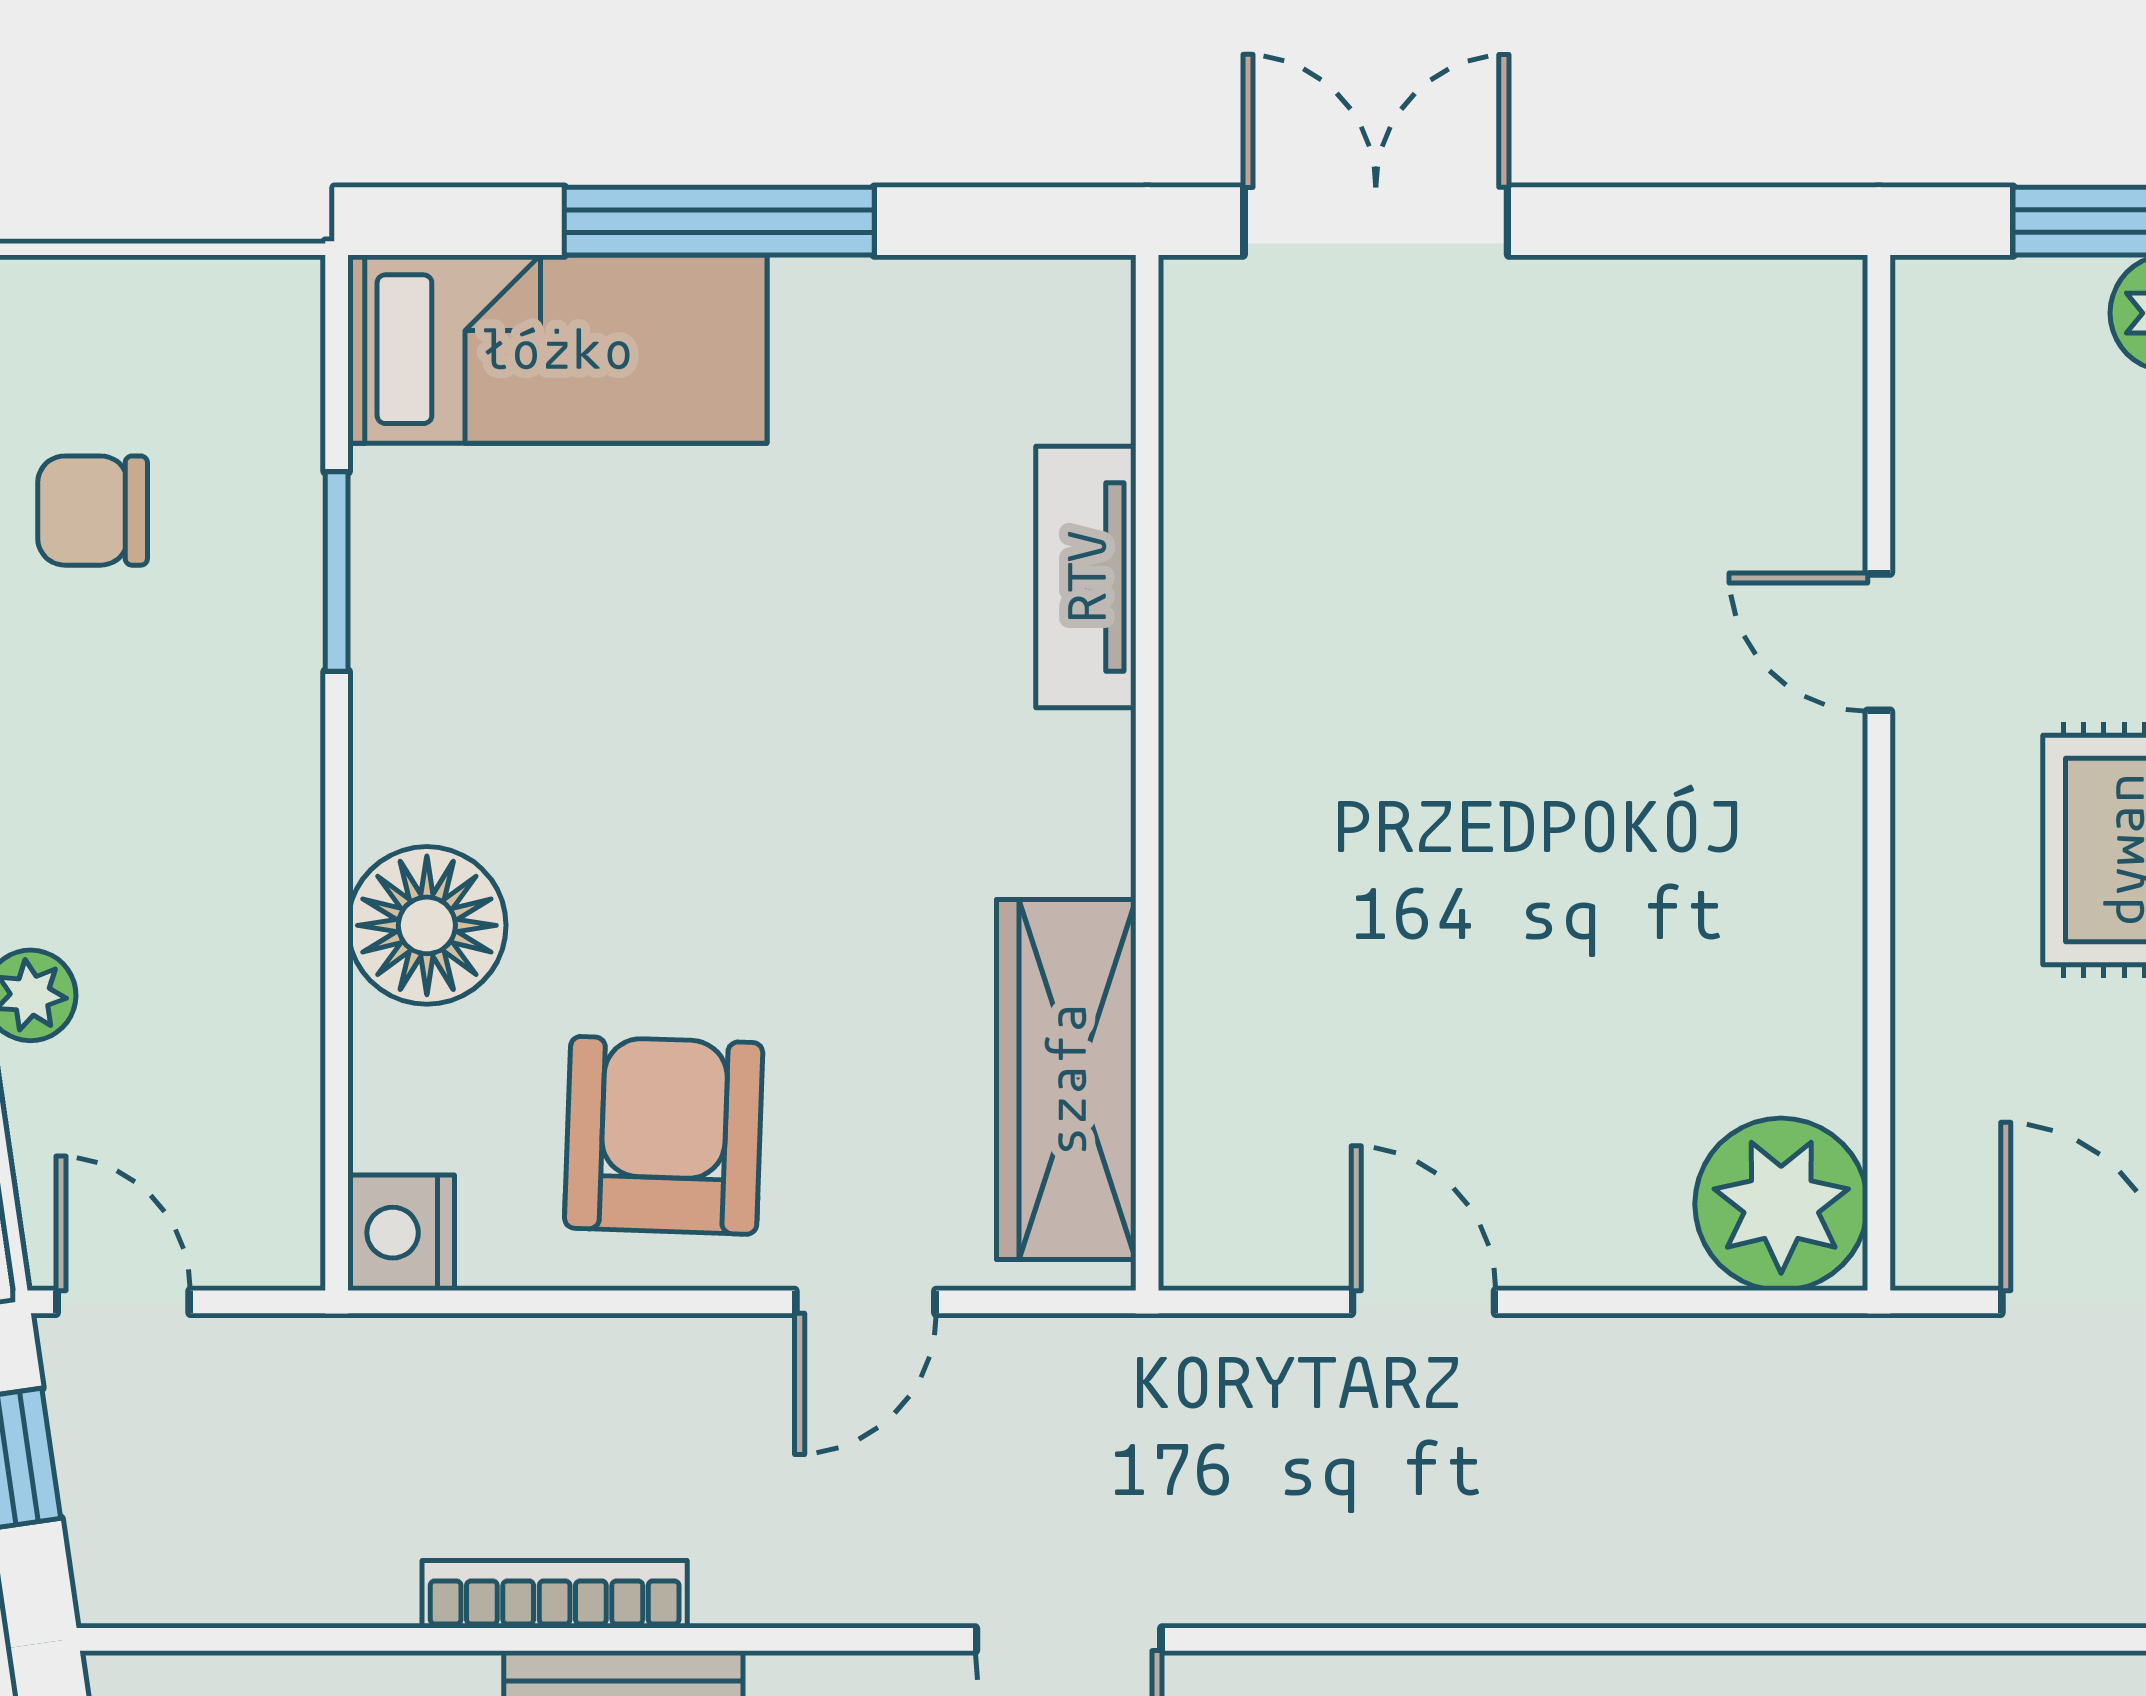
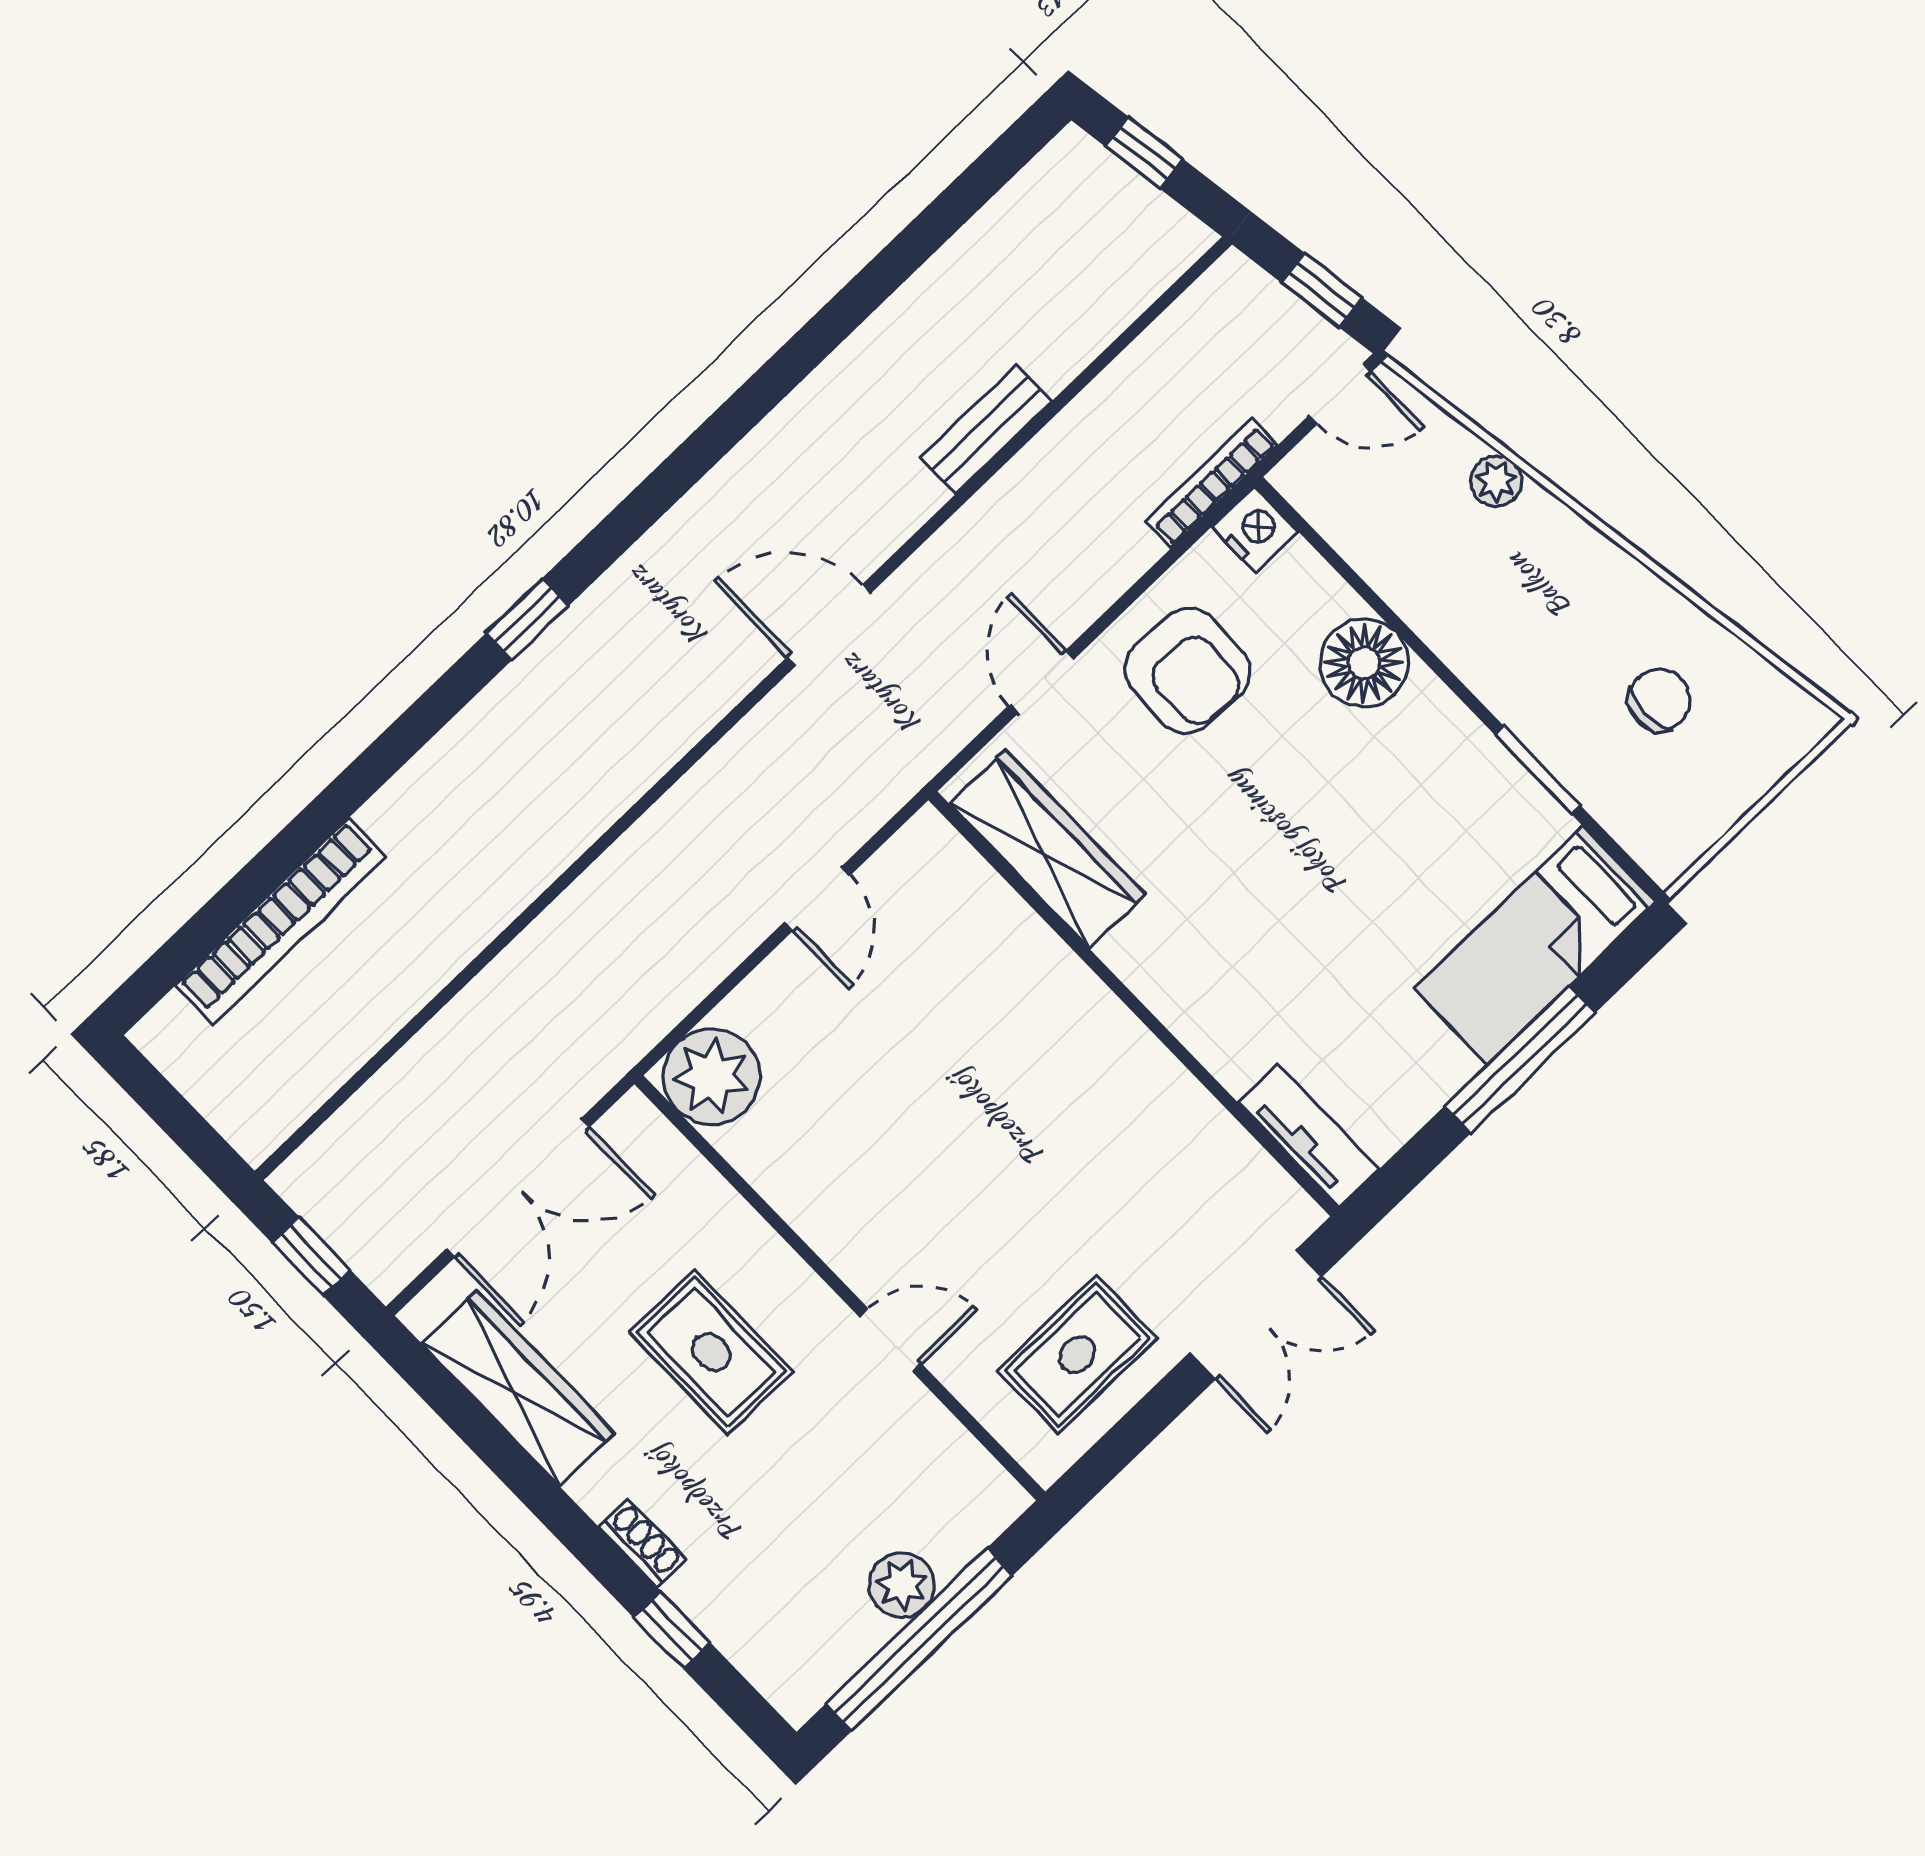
rug: (1656, 392) -> (1077, 1354), added
tv unit: (1086, 577) -> (1309, 1136), moved
door: (1424, 1302) -> (817, 899), hinge flipped
bookcase: (555, 1594) -> (1212, 483), moved, turned 180

